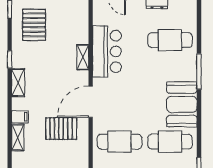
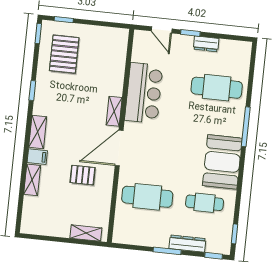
shelving: (83, 57) -> (114, 111), moved
shelving: (18, 83) -> (38, 132), moved
pallet: (61, 129) -> (83, 175), width x0.67, depth x0.71
cafe table: (170, 142) -> (205, 203), width x0.73, depth x0.74

